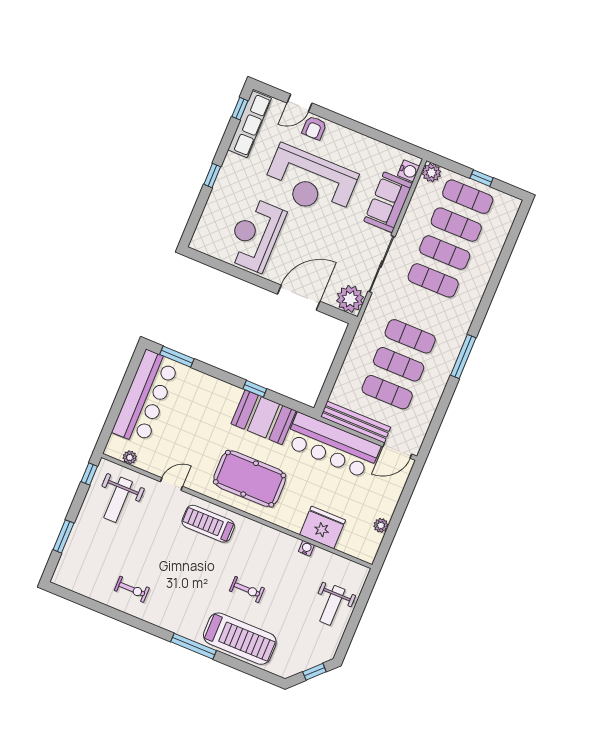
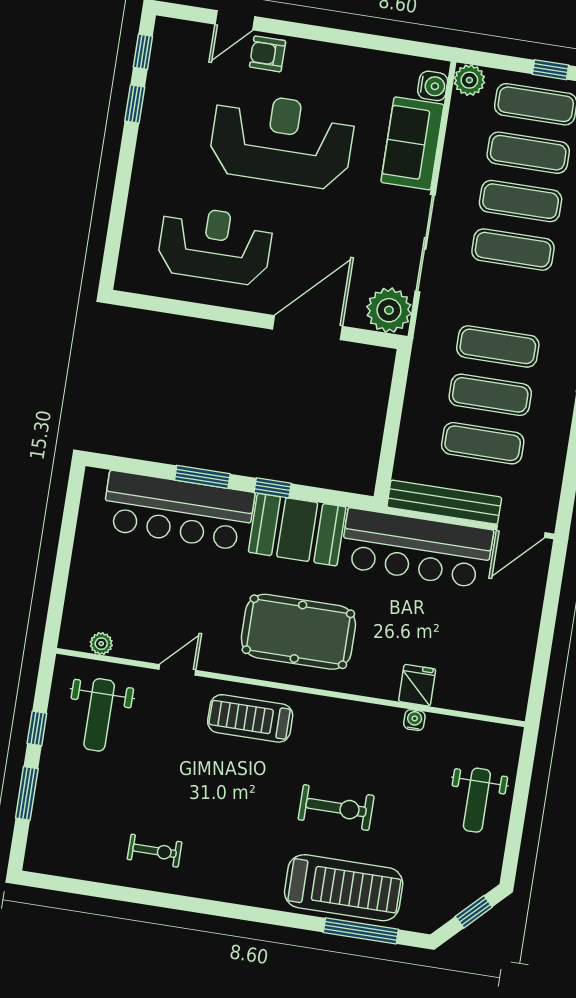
row of seats: (250, 124) -> (164, 72), removed
armchair: (314, 128) -> (268, 54), turned 90
window: (212, 175) -> (135, 104), moved
reception desk: (310, 182) -> (282, 140), turned 180
reception desk: (255, 235) -> (215, 245), turned 90
window: (177, 357) -> (202, 477), moved
bar counter: (146, 398) -> (178, 511), moved, turned 90
window: (89, 474) -> (37, 728), moved
plant: (381, 525) -> (523, 656), removed
fridge: (323, 527) -> (417, 685), width x0.53, depth x0.75
exercise bike: (247, 589) -> (336, 808), width x1.38, depth x1.39
window: (193, 646) -> (361, 931), moved

